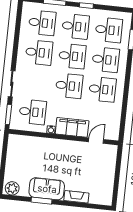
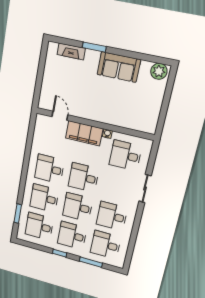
window: (8, 114) -> (153, 156), removed
door: (96, 141) -> (60, 116), swing flipped
fireplace: (76, 197) -> (71, 51), moved
window: (41, 201) -> (94, 47), moved

